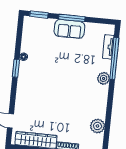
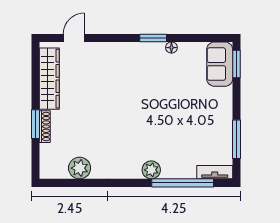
window: (72, 18) -> (237, 139), moved
sofa: (69, 29) -> (220, 64), moved
tv unit: (108, 47) -> (215, 172), moved

